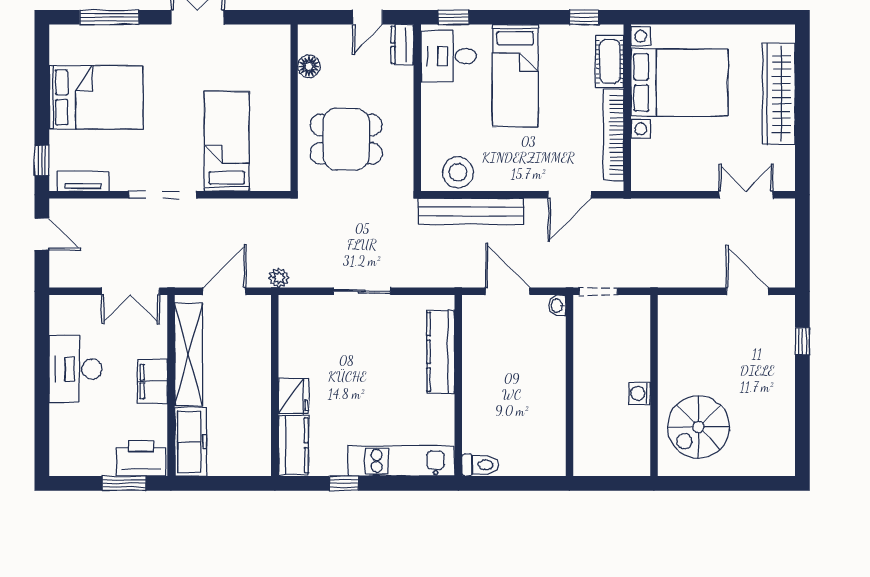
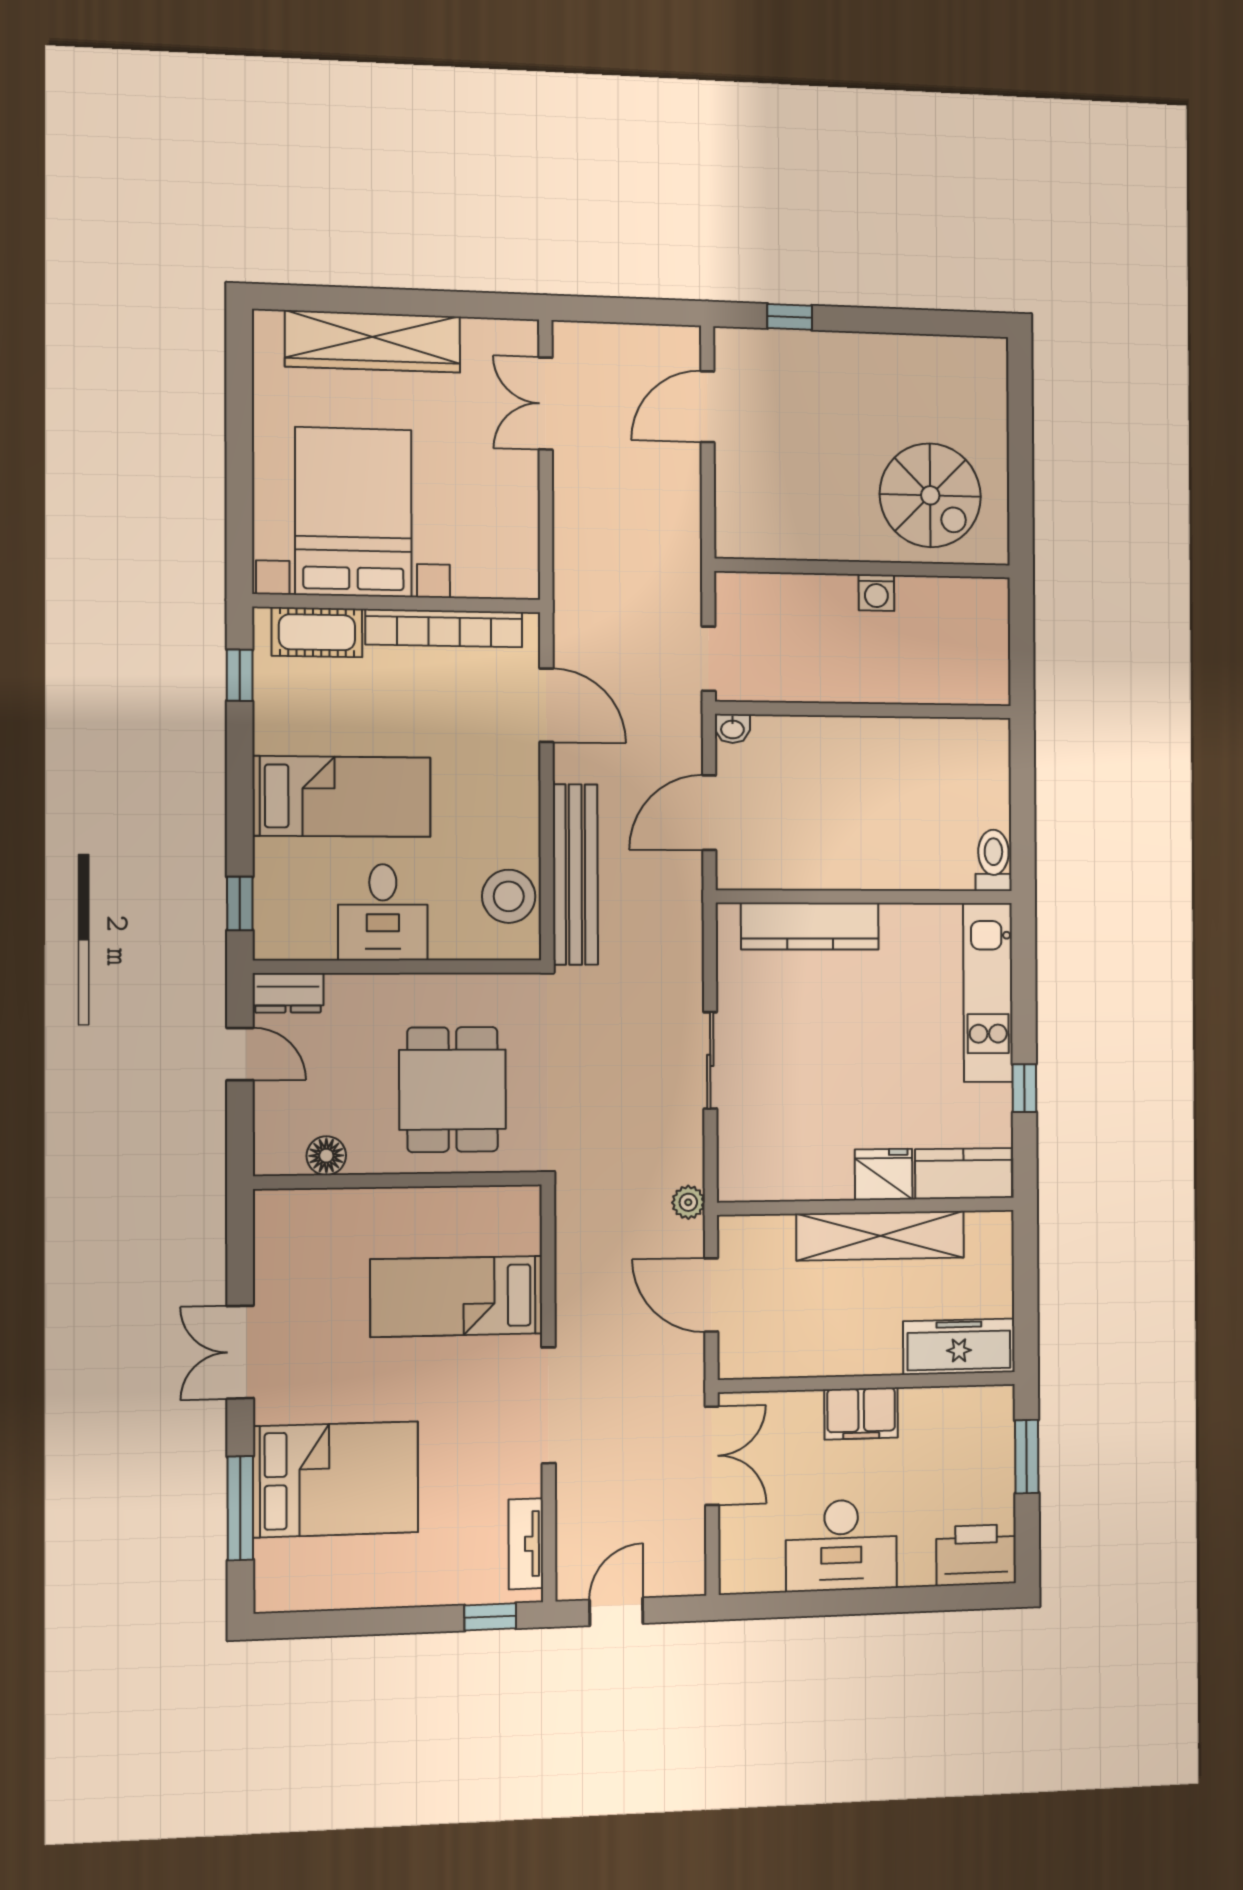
desk: (449, 56) -> (383, 912), moved
bed: (96, 97) -> (336, 1479), moved, turned 90
shelving: (189, 354) -> (880, 1236), moved
printer: (141, 459) -> (976, 1555), moved, turned 90

